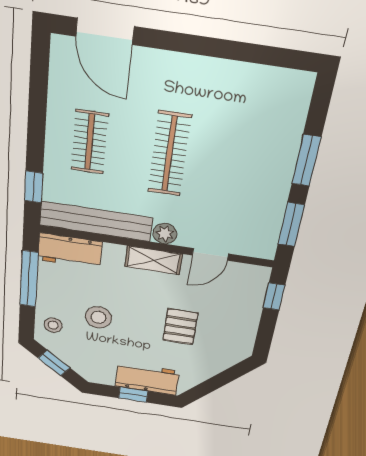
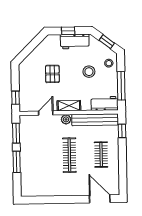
workbench: (147, 379) -> (75, 41), moved

